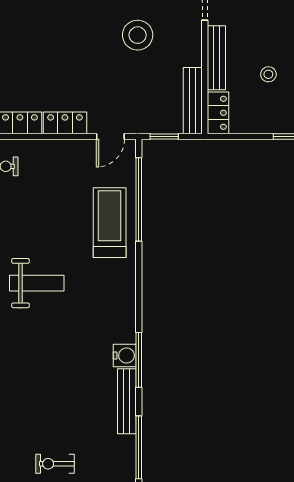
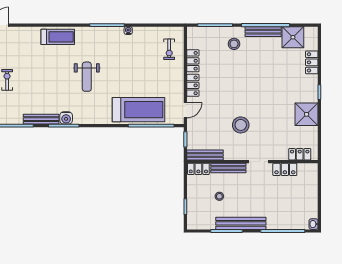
door: (110, 137) -> (185, 110), swing flipped
treadmill: (110, 223) -> (139, 110), width x1.37, depth x1.38
weight bench: (37, 283) -> (87, 77), moved

